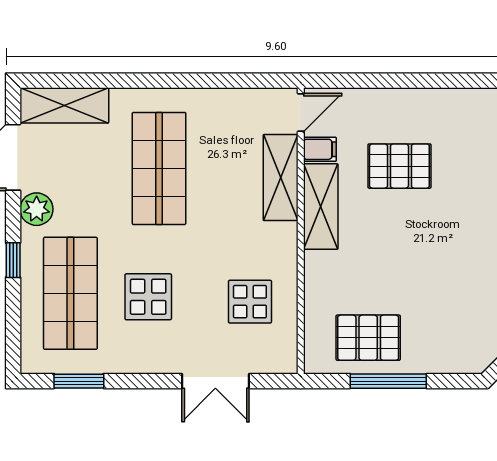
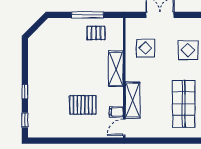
shelving: (321, 207) -> (116, 69), moved
pallet: (368, 338) -> (96, 33), width x0.67, depth x0.71

